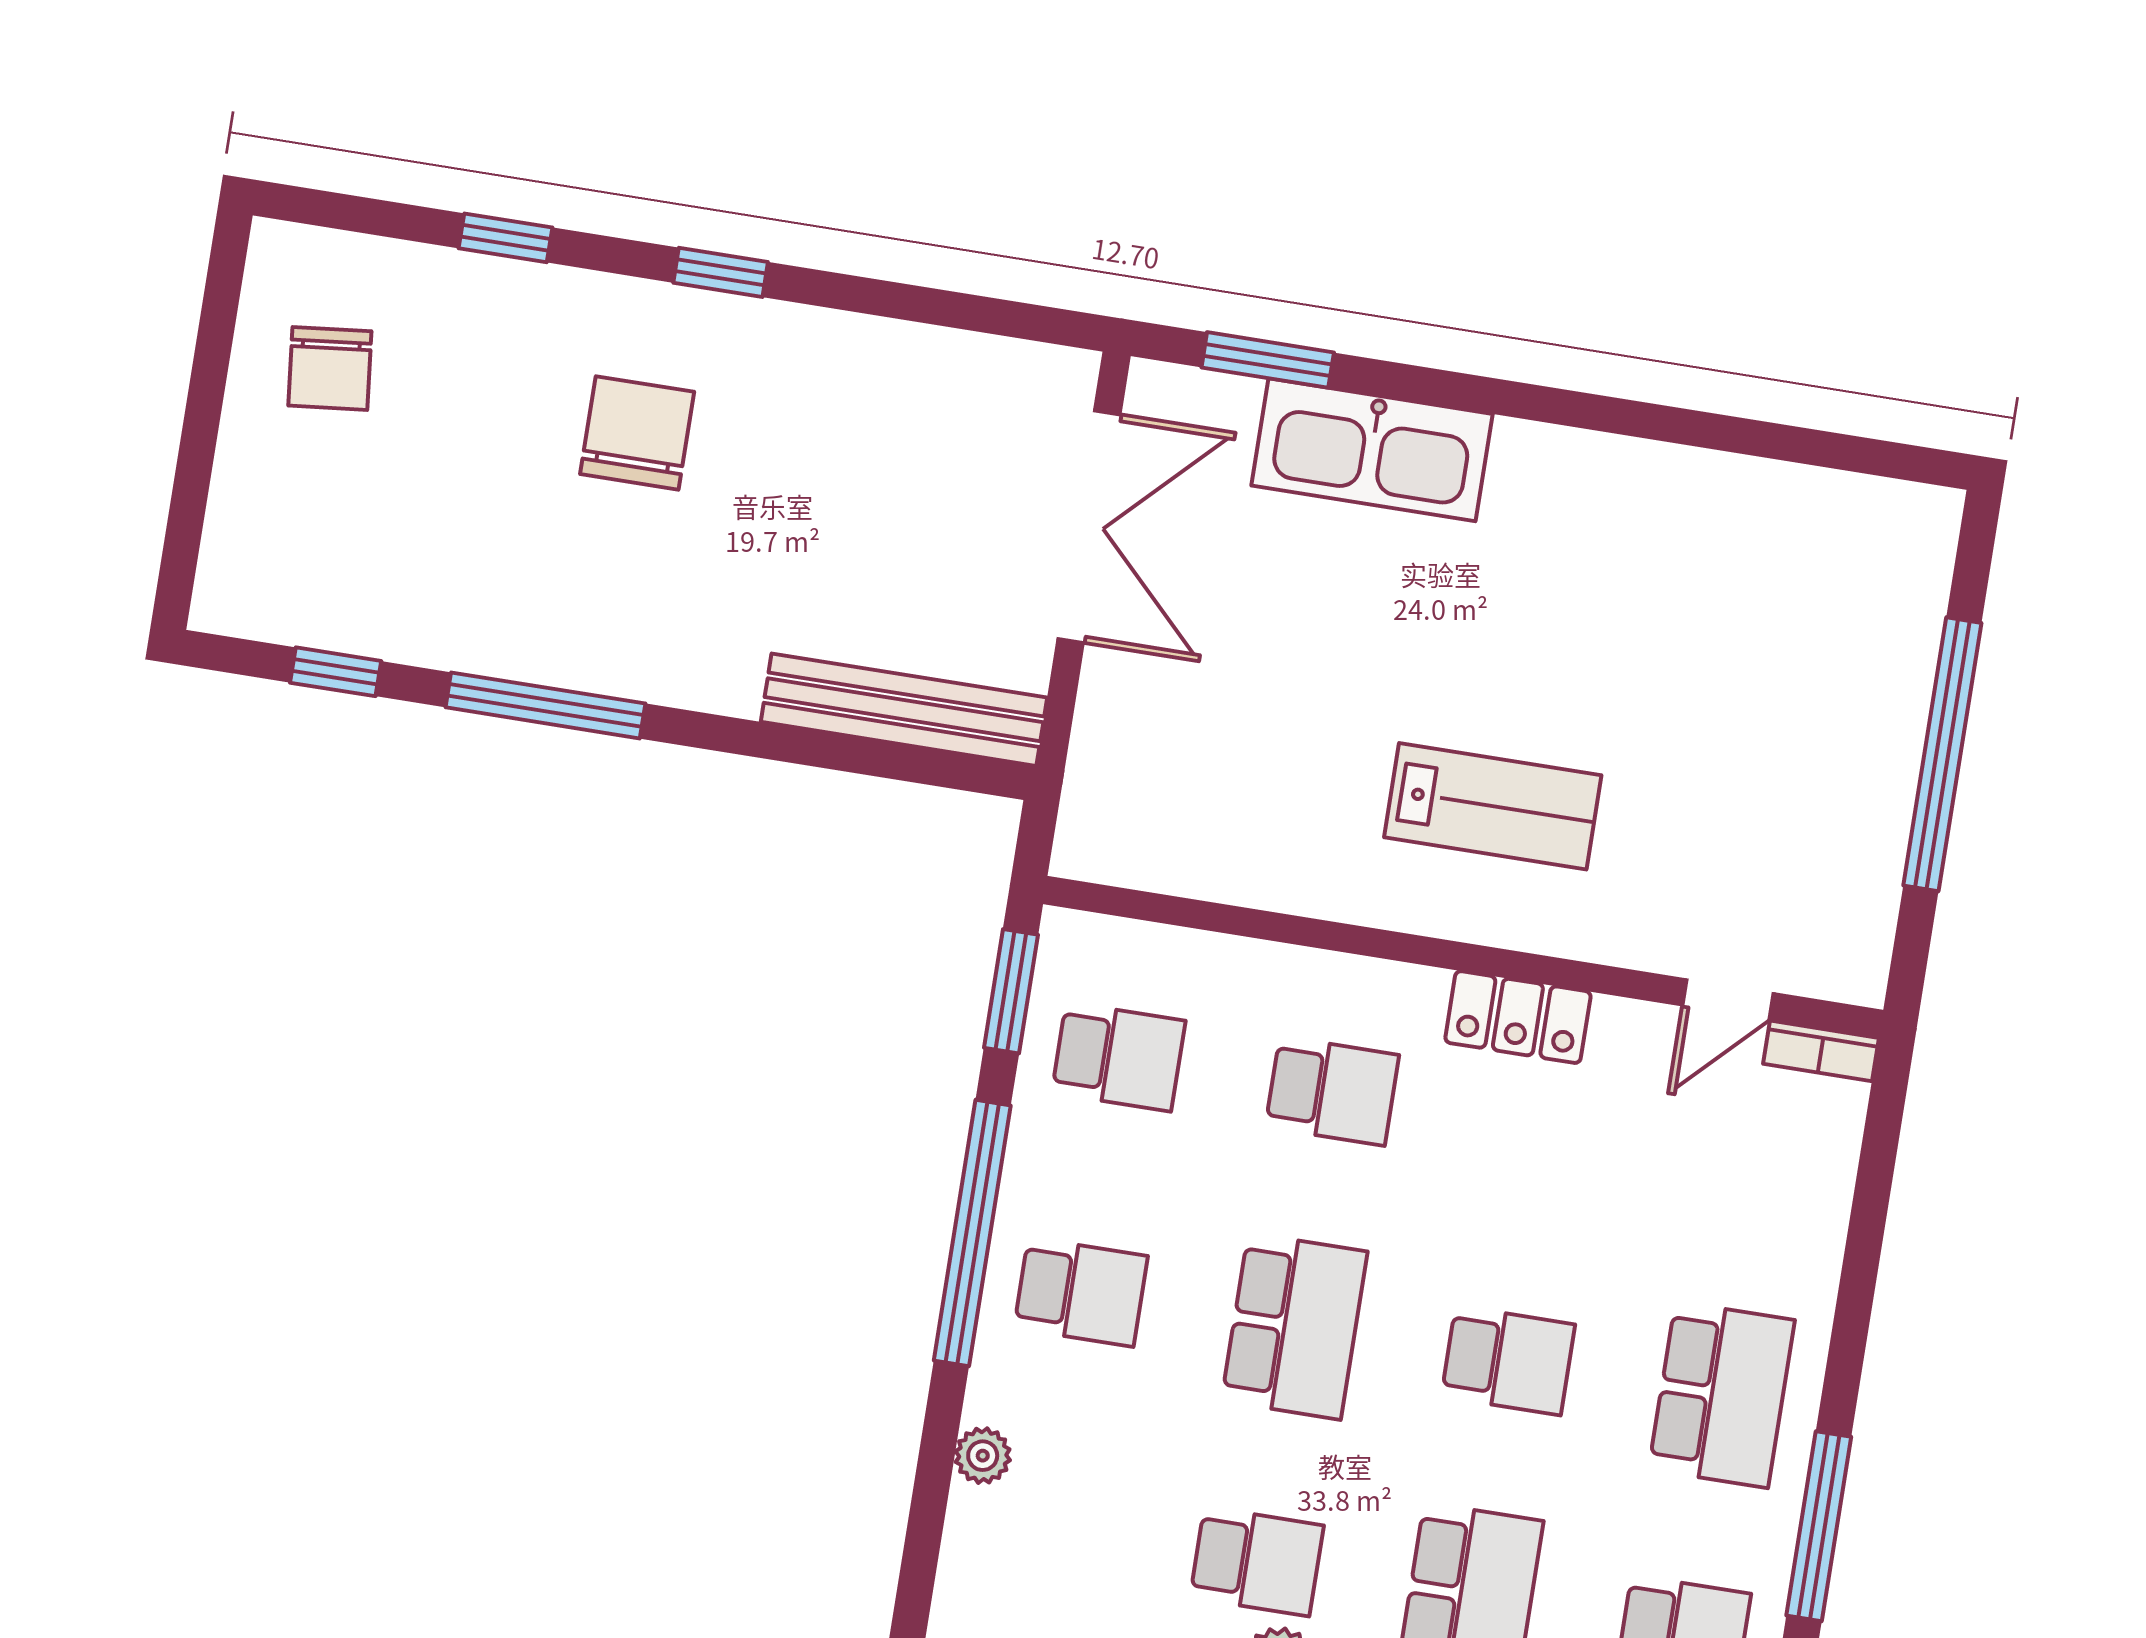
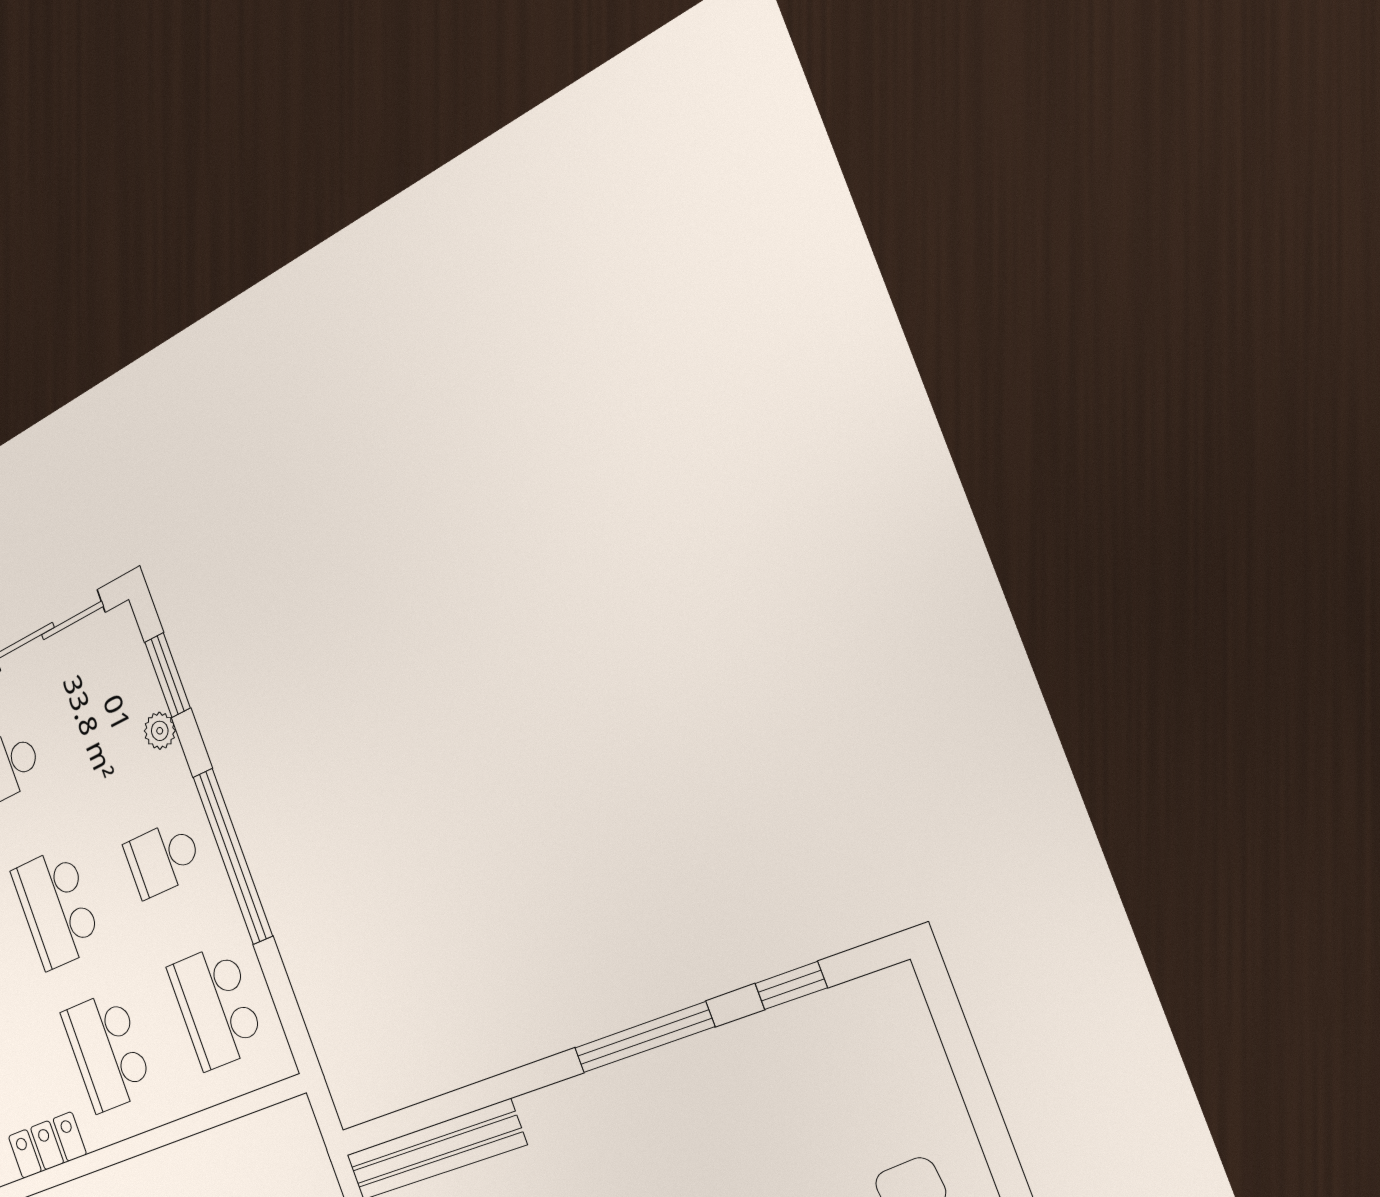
window: (1011, 991) -> (168, 675), moved
school desk: (1119, 1057) -> (216, 1007), width x1.85
school desk: (1332, 1091) -> (107, 1052), width x1.85

